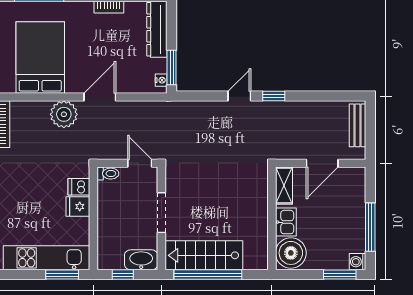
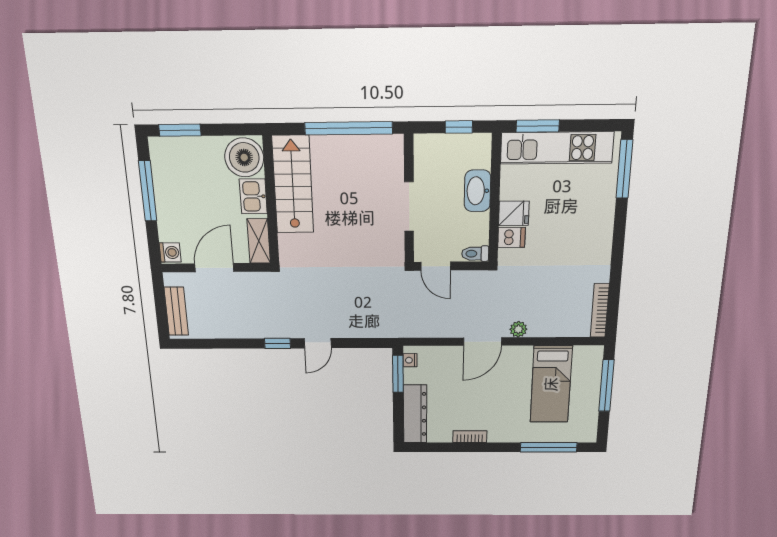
bed: (40, 57) -> (551, 384), width x0.67
plant: (64, 114) -> (518, 329), width x0.53, depth x0.53
stairs: (204, 255) -> (293, 185), moved, turned -90
washbasin: (141, 260) -> (477, 191), moved, turned 90
washing machine: (357, 262) -> (170, 252), moved

